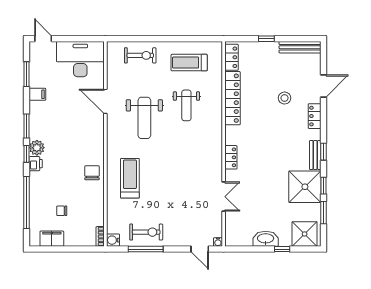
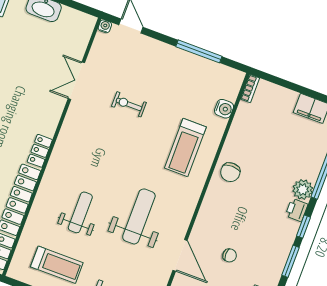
plant: (37, 148) -> (303, 189), moved
locker: (231, 157) -> (40, 151), moved
chair: (62, 211) -> (230, 255), moved
exercise bike: (146, 232) -> (129, 104), moved, width x0.73, depth x0.72
water cooler: (113, 240) -> (224, 109), moved

